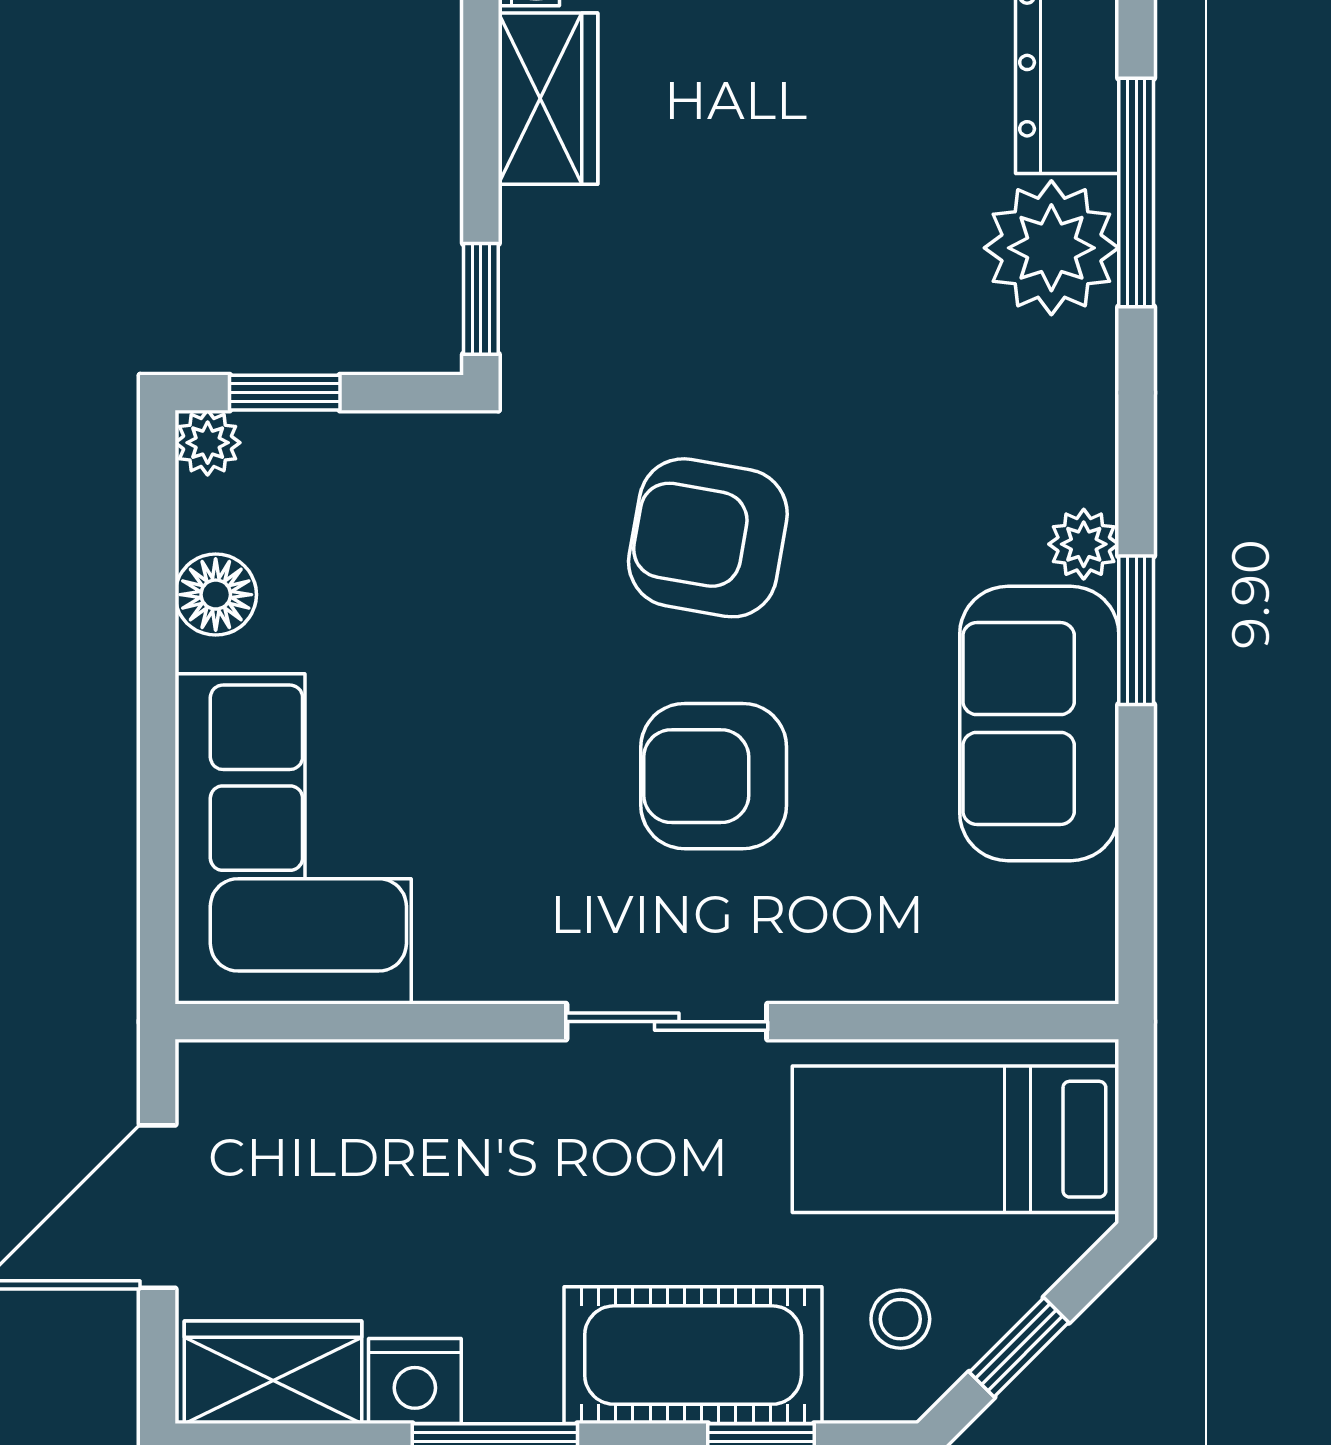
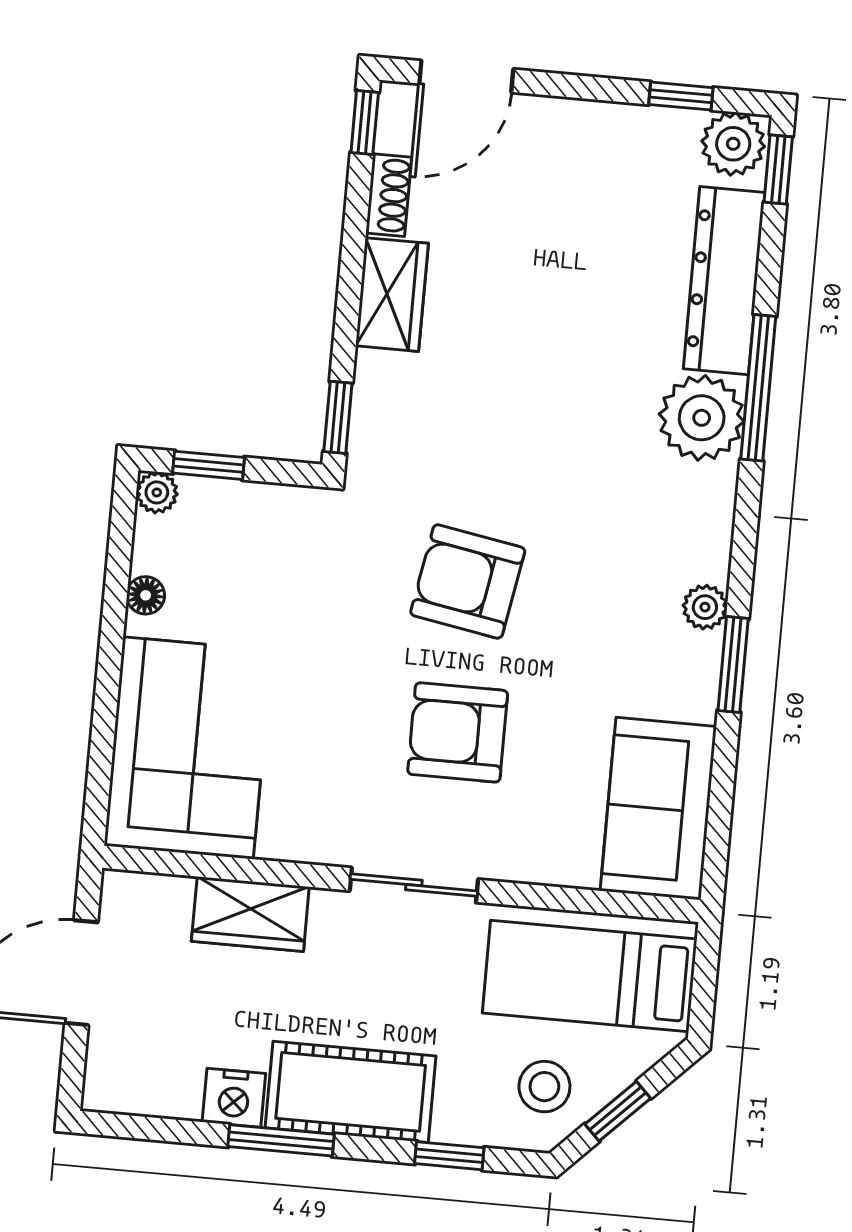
floor lamp: (216, 595) -> (146, 595), width x0.73, depth x0.73
sofa: (1039, 723) -> (658, 809), moved
stool: (900, 1319) -> (544, 1087), width x1.37, depth x1.37
cot: (693, 1355) -> (351, 1092), moved
wardrobe: (273, 1372) -> (250, 914), moved, turned 180

